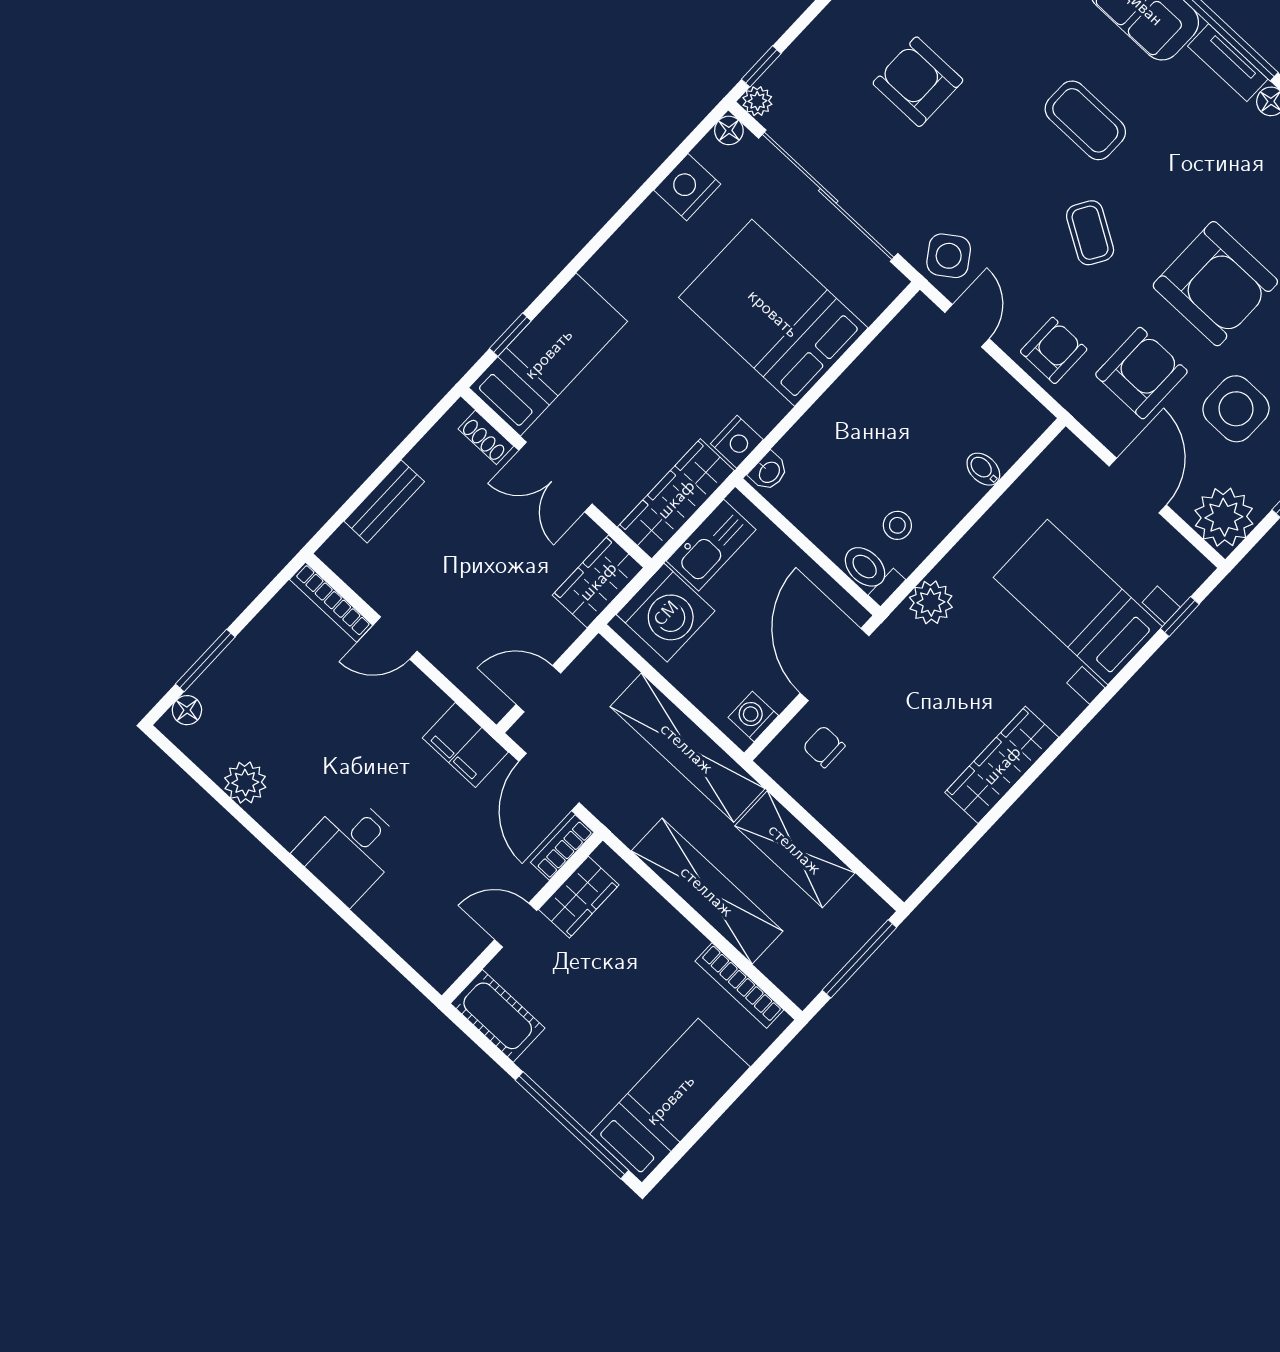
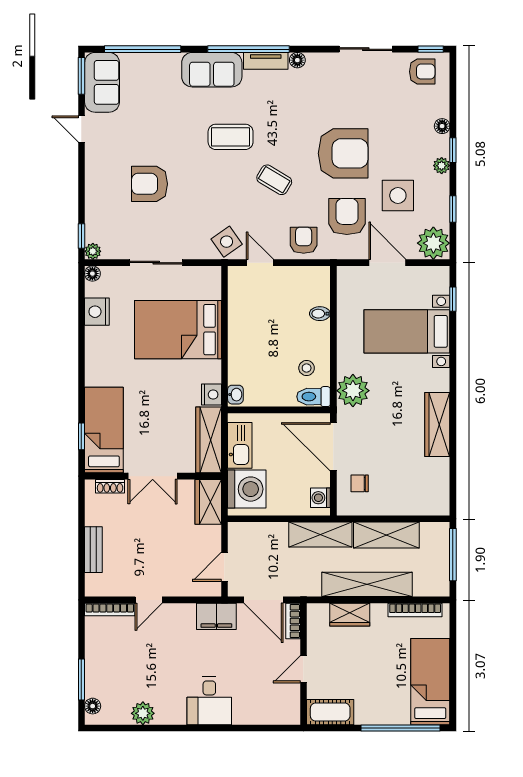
sliding door: (828, 196) -> (156, 263), width x0.54
plant: (931, 602) -> (353, 391), width x1.36, depth x1.36
shelving: (687, 748) -> (320, 535), width x0.68
wardrobe: (579, 897) -> (350, 615), moved, turned 90

